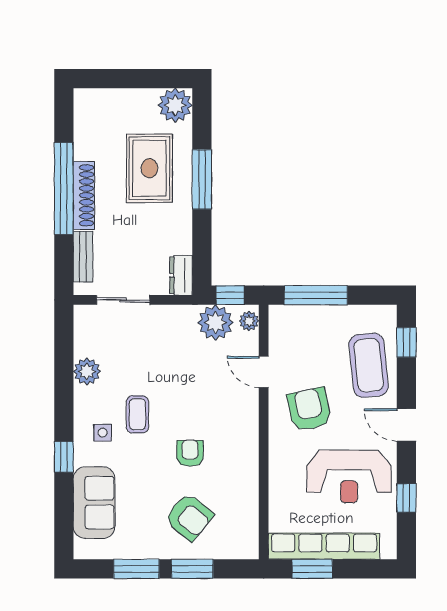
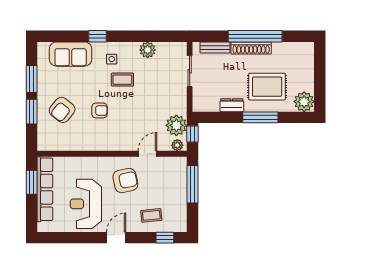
dresser: (181, 275) -> (232, 105), moved
coffee table: (369, 365) -> (151, 215), width x0.54, depth x0.58
window: (406, 498) -> (73, 238), removed

